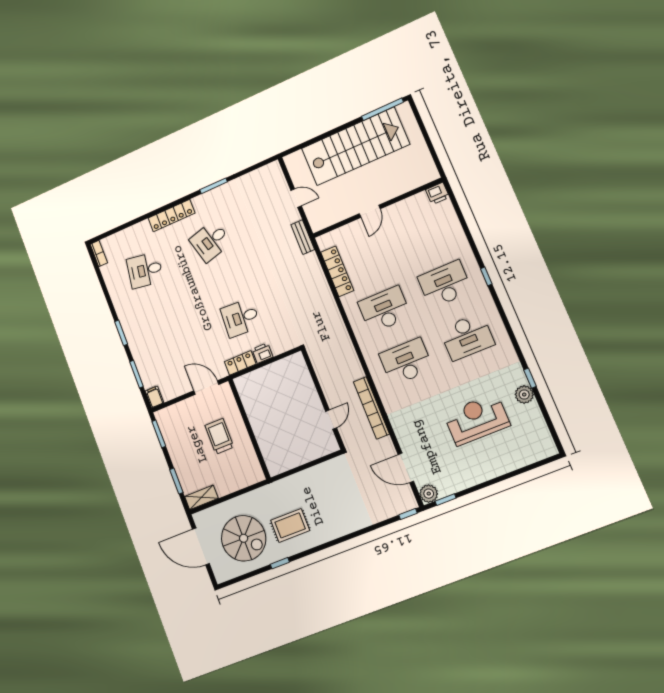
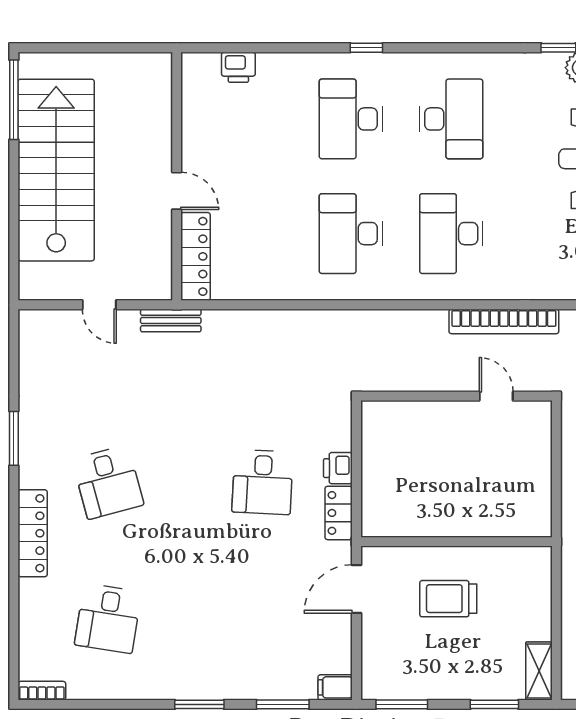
printer: (437, 193) -> (238, 67), moved, turned 90
door: (296, 198) -> (99, 305), swing flipped
locker: (337, 271) -> (196, 256), moved, turned 90

